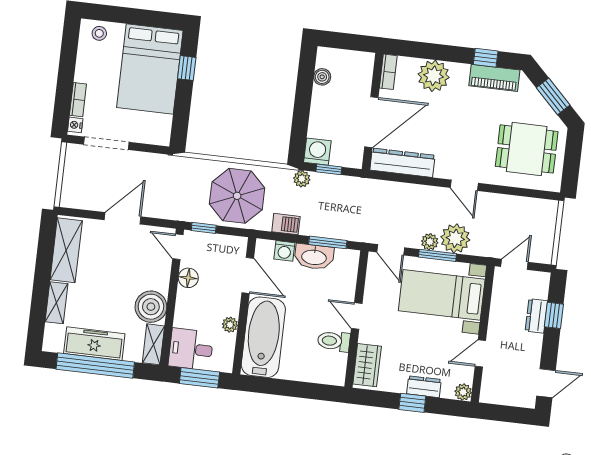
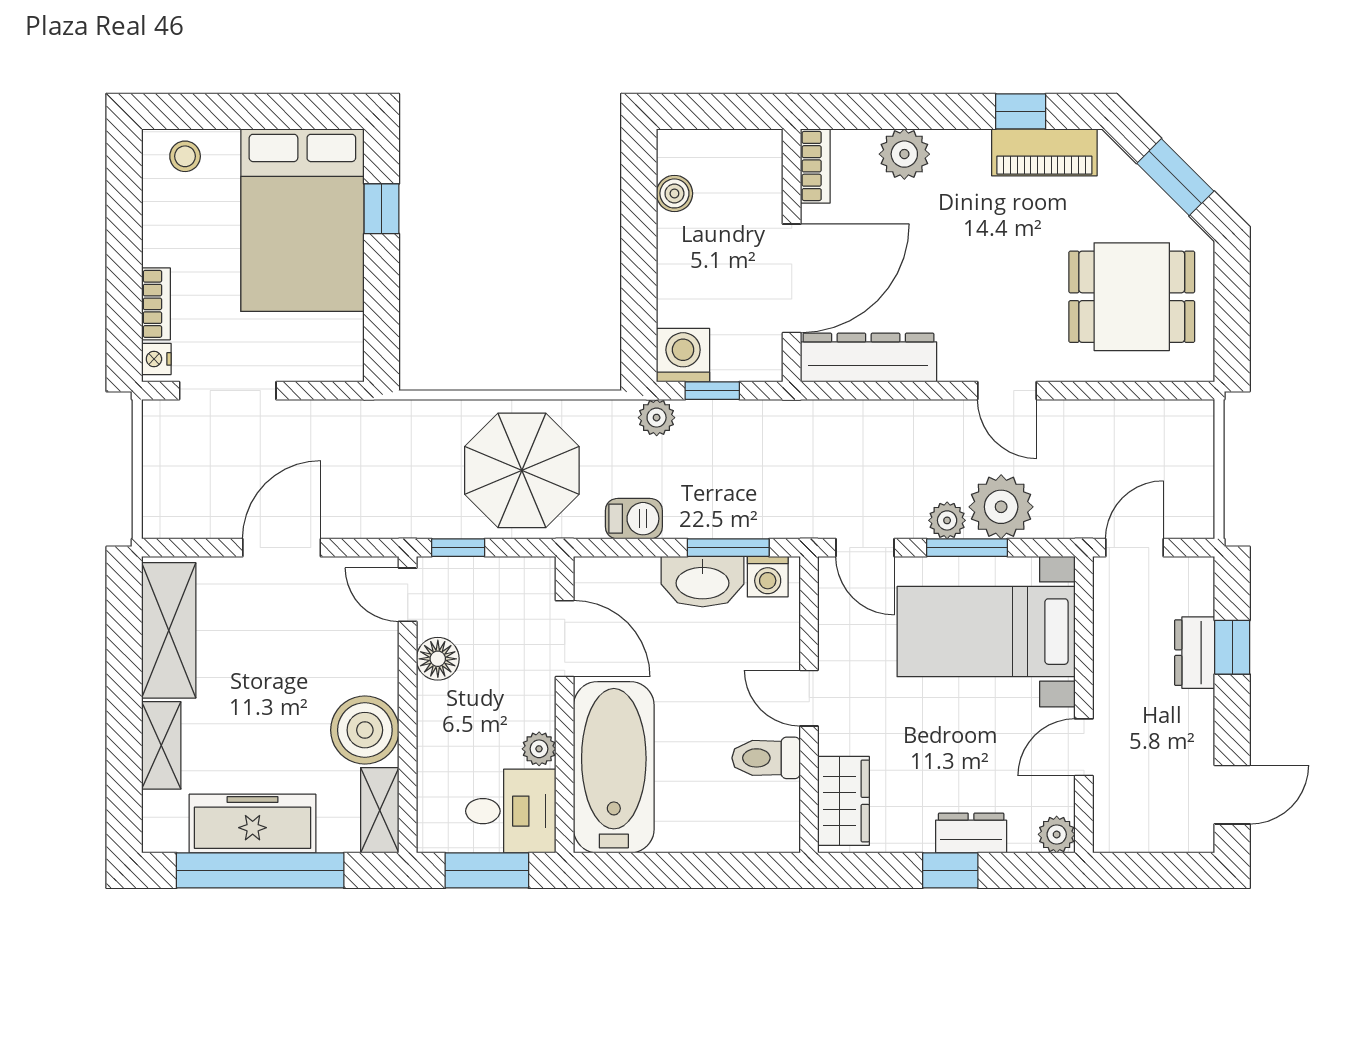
plant: (434, 76) -> (904, 154), width x0.73, depth x0.73
washing machine: (284, 251) -> (768, 577), moved
desk: (191, 349) -> (511, 811), moved, turned 180

